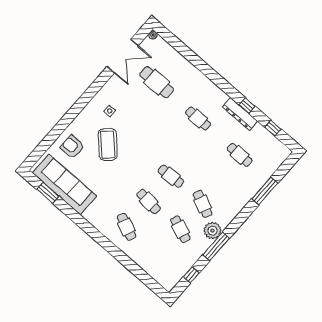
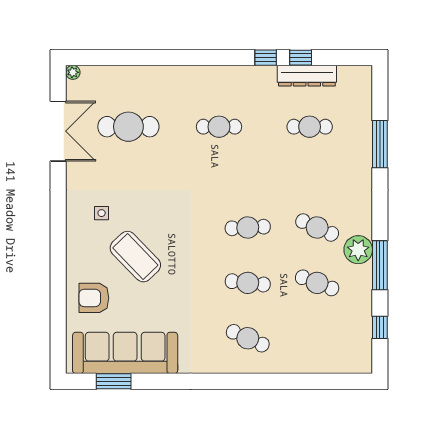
dresser: (240, 114) -> (307, 76), moved
window: (273, 128) -> (301, 58), moved

